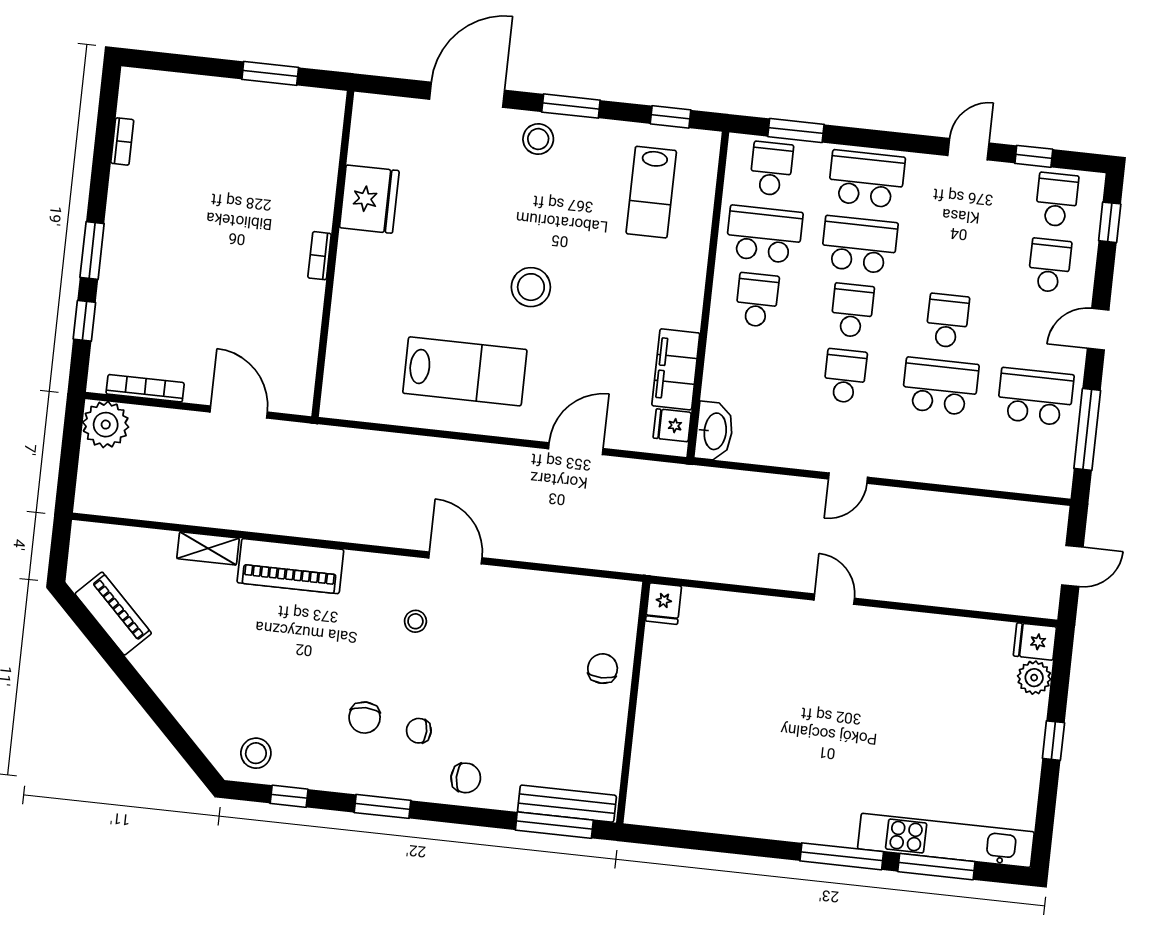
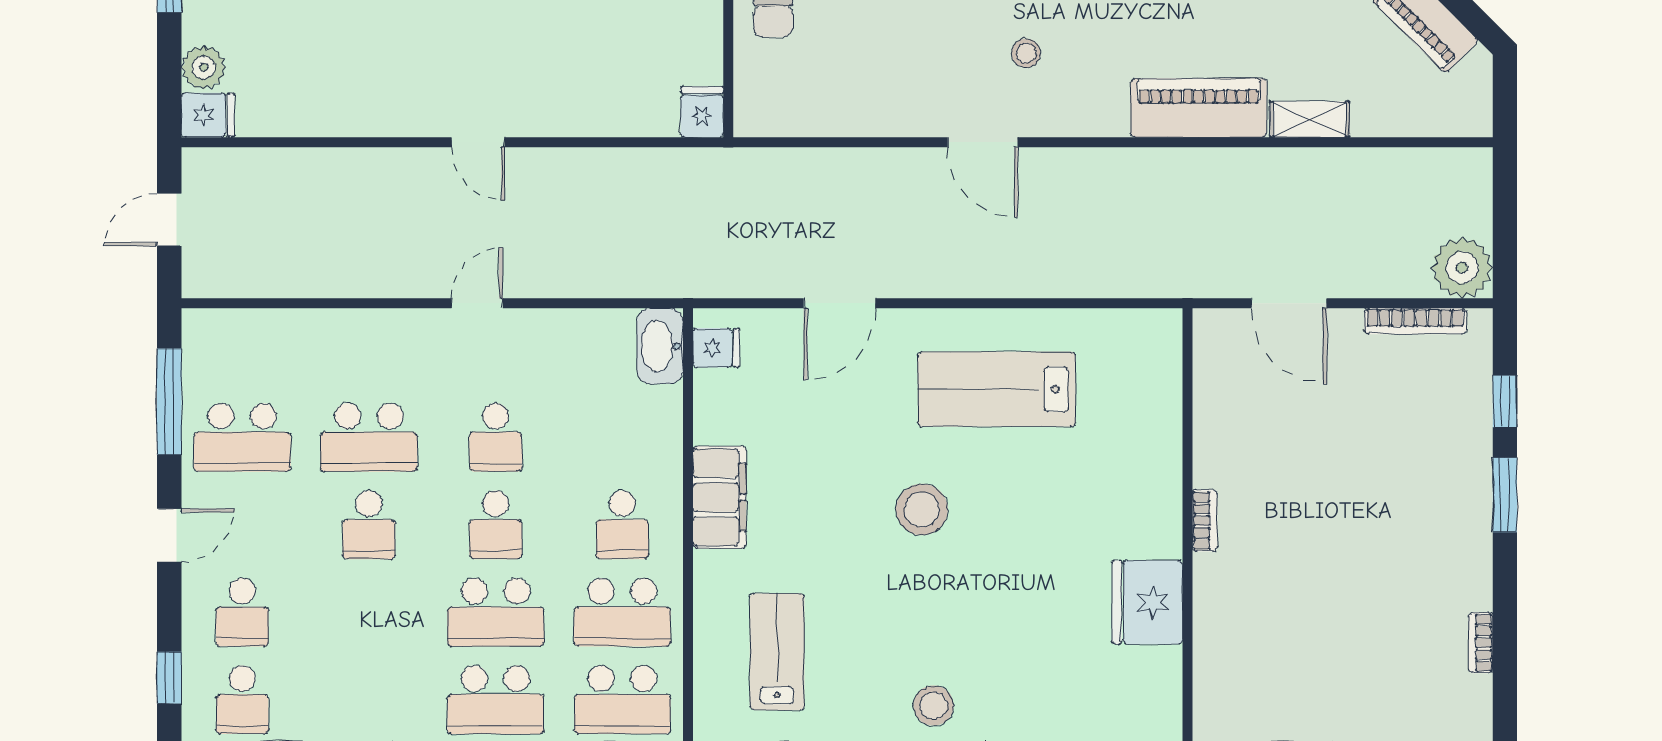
school desk: (771, 169) -> (622, 700), width x1.85
filing cabinet: (676, 369) -> (719, 497), moved

